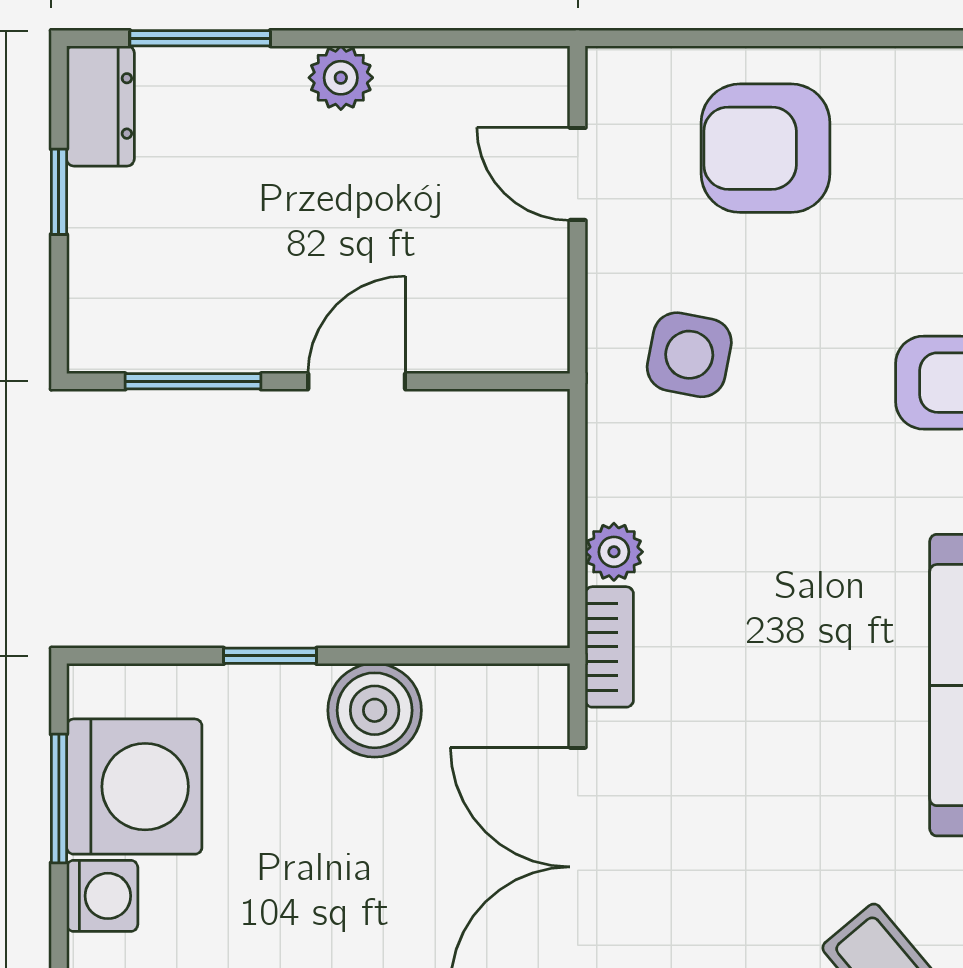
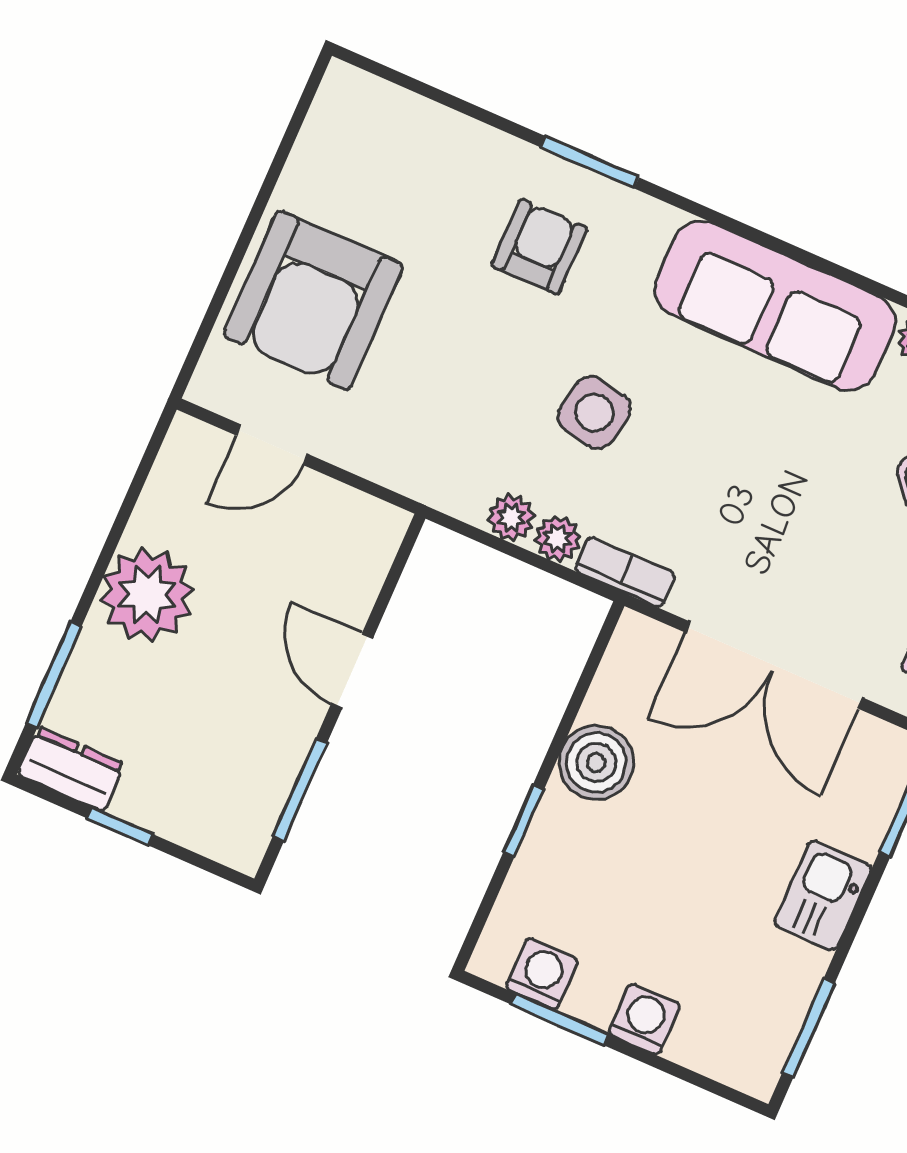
plant: (341, 78) -> (147, 595), width x1.87, depth x1.87
armchair: (766, 148) -> (313, 300), width x1.36, depth x1.36
side table: (689, 355) -> (594, 412), moved
plant: (615, 487) -> (511, 518), added
washing machine: (134, 787) -> (542, 974), width x0.53, depth x0.53

